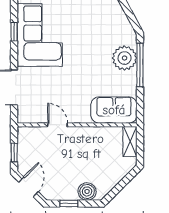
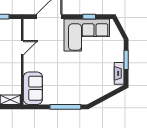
plant: (125, 58) -> (70, 96), removed

